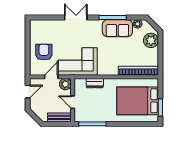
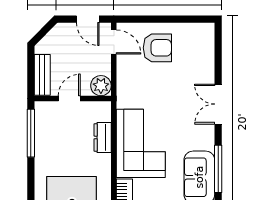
double door: (76, 18) -> (218, 104), swing flipped
corner sofa: (78, 61) -> (141, 143), moved
door: (51, 77) -> (114, 42), moved

